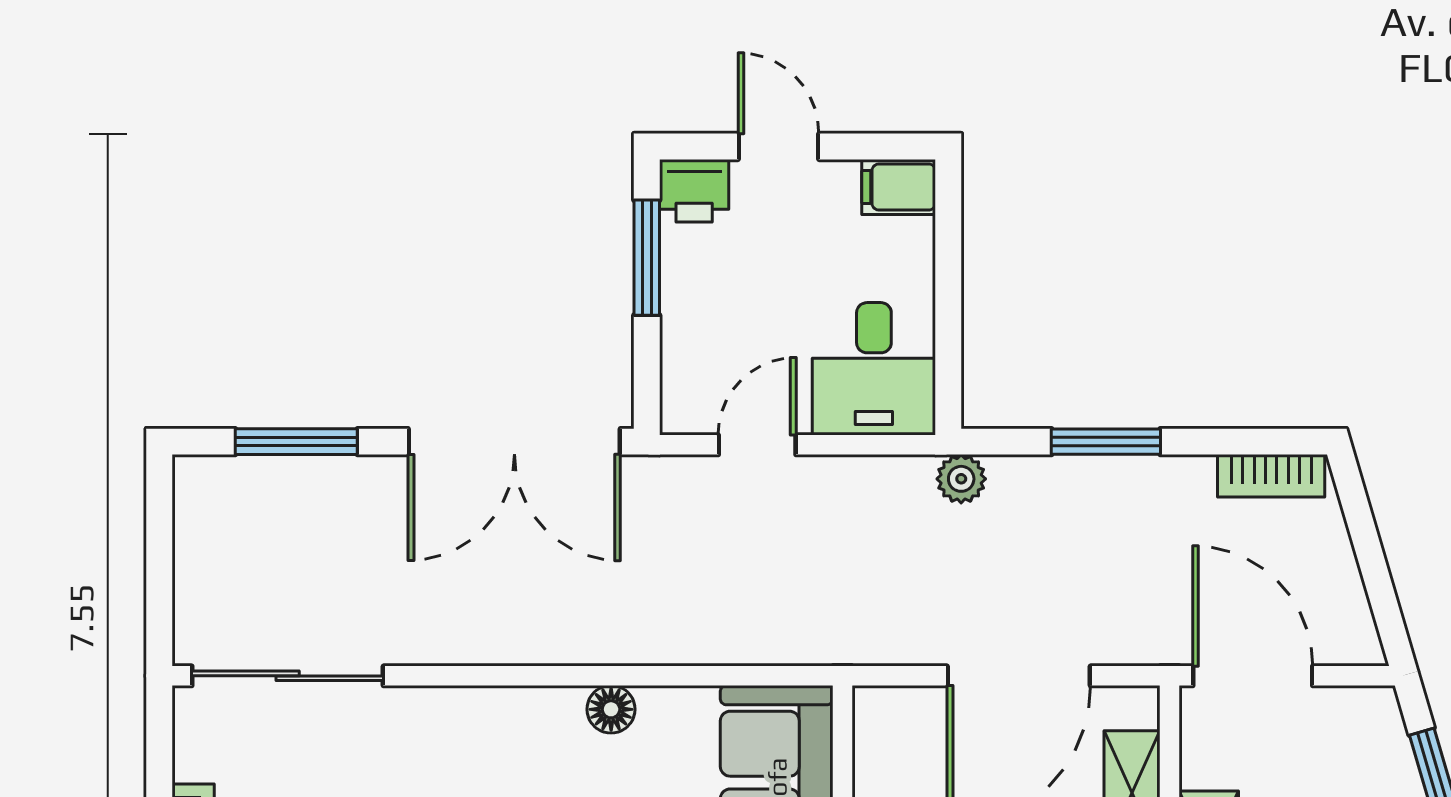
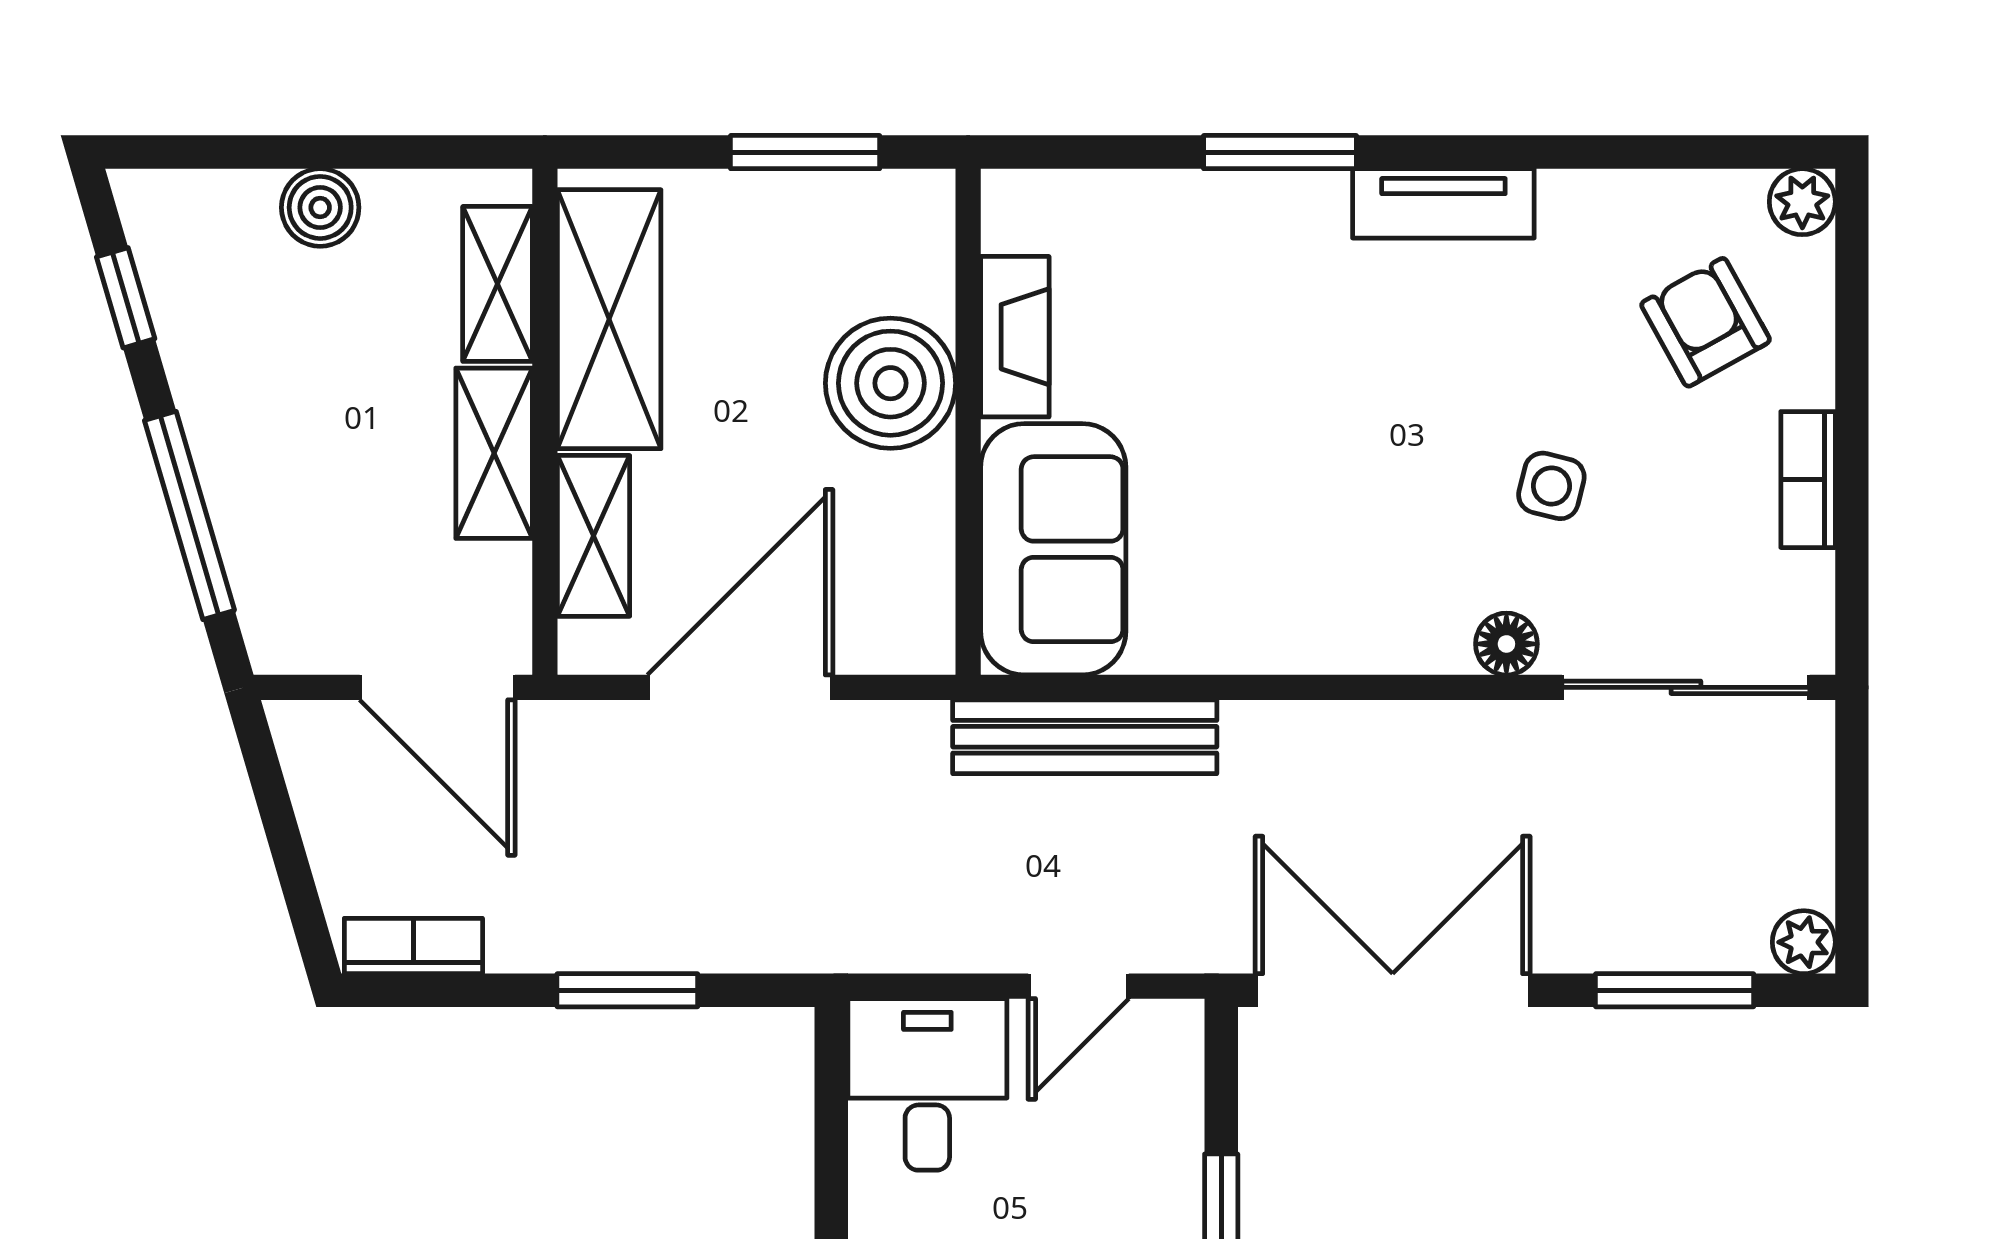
plant: (961, 479) -> (1804, 942), moved
bench: (752, 638) -> (1085, 737), added
floor lamp: (611, 709) -> (1506, 644), moved

